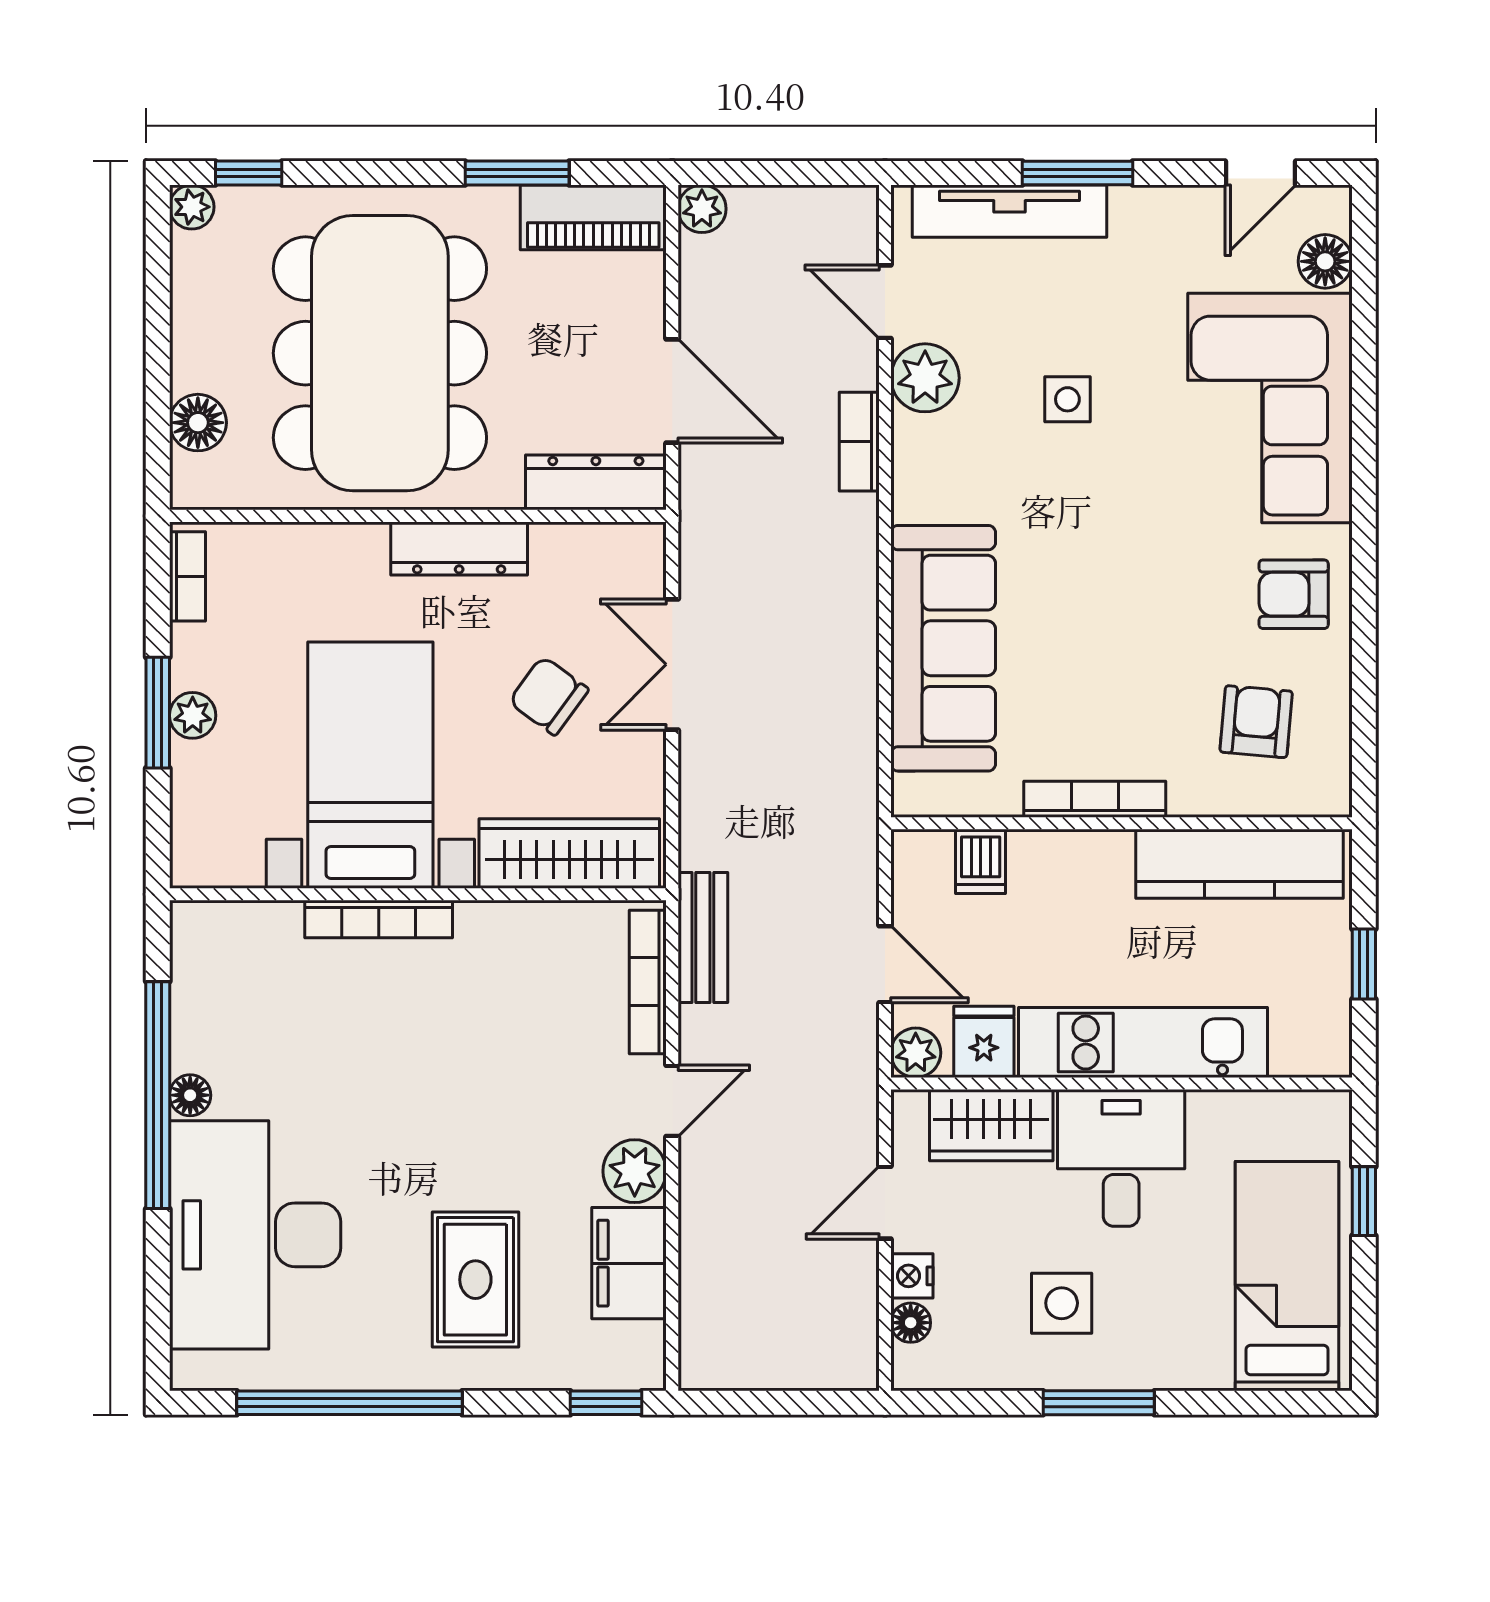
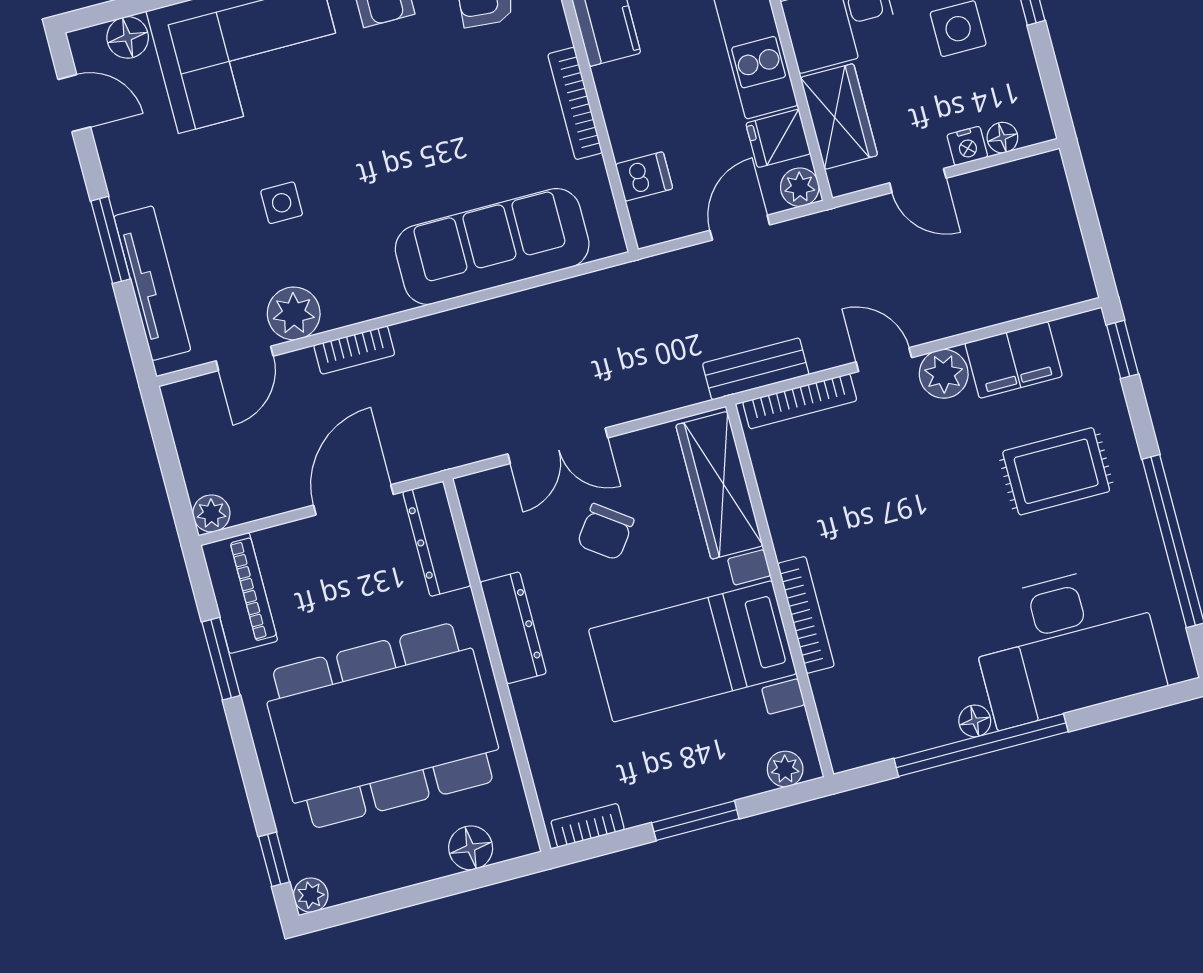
plant: (193, 715) -> (785, 769), moved

